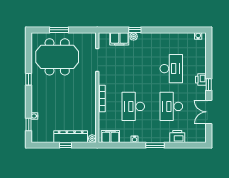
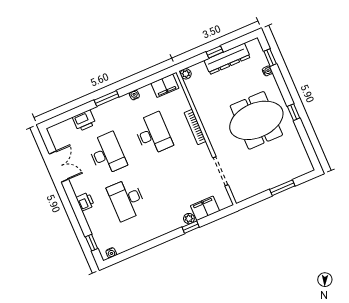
meeting table: (57, 57) -> (256, 120), moved
window: (209, 85) -> (92, 243), moved
dresser: (71, 137) -> (227, 59), moved

